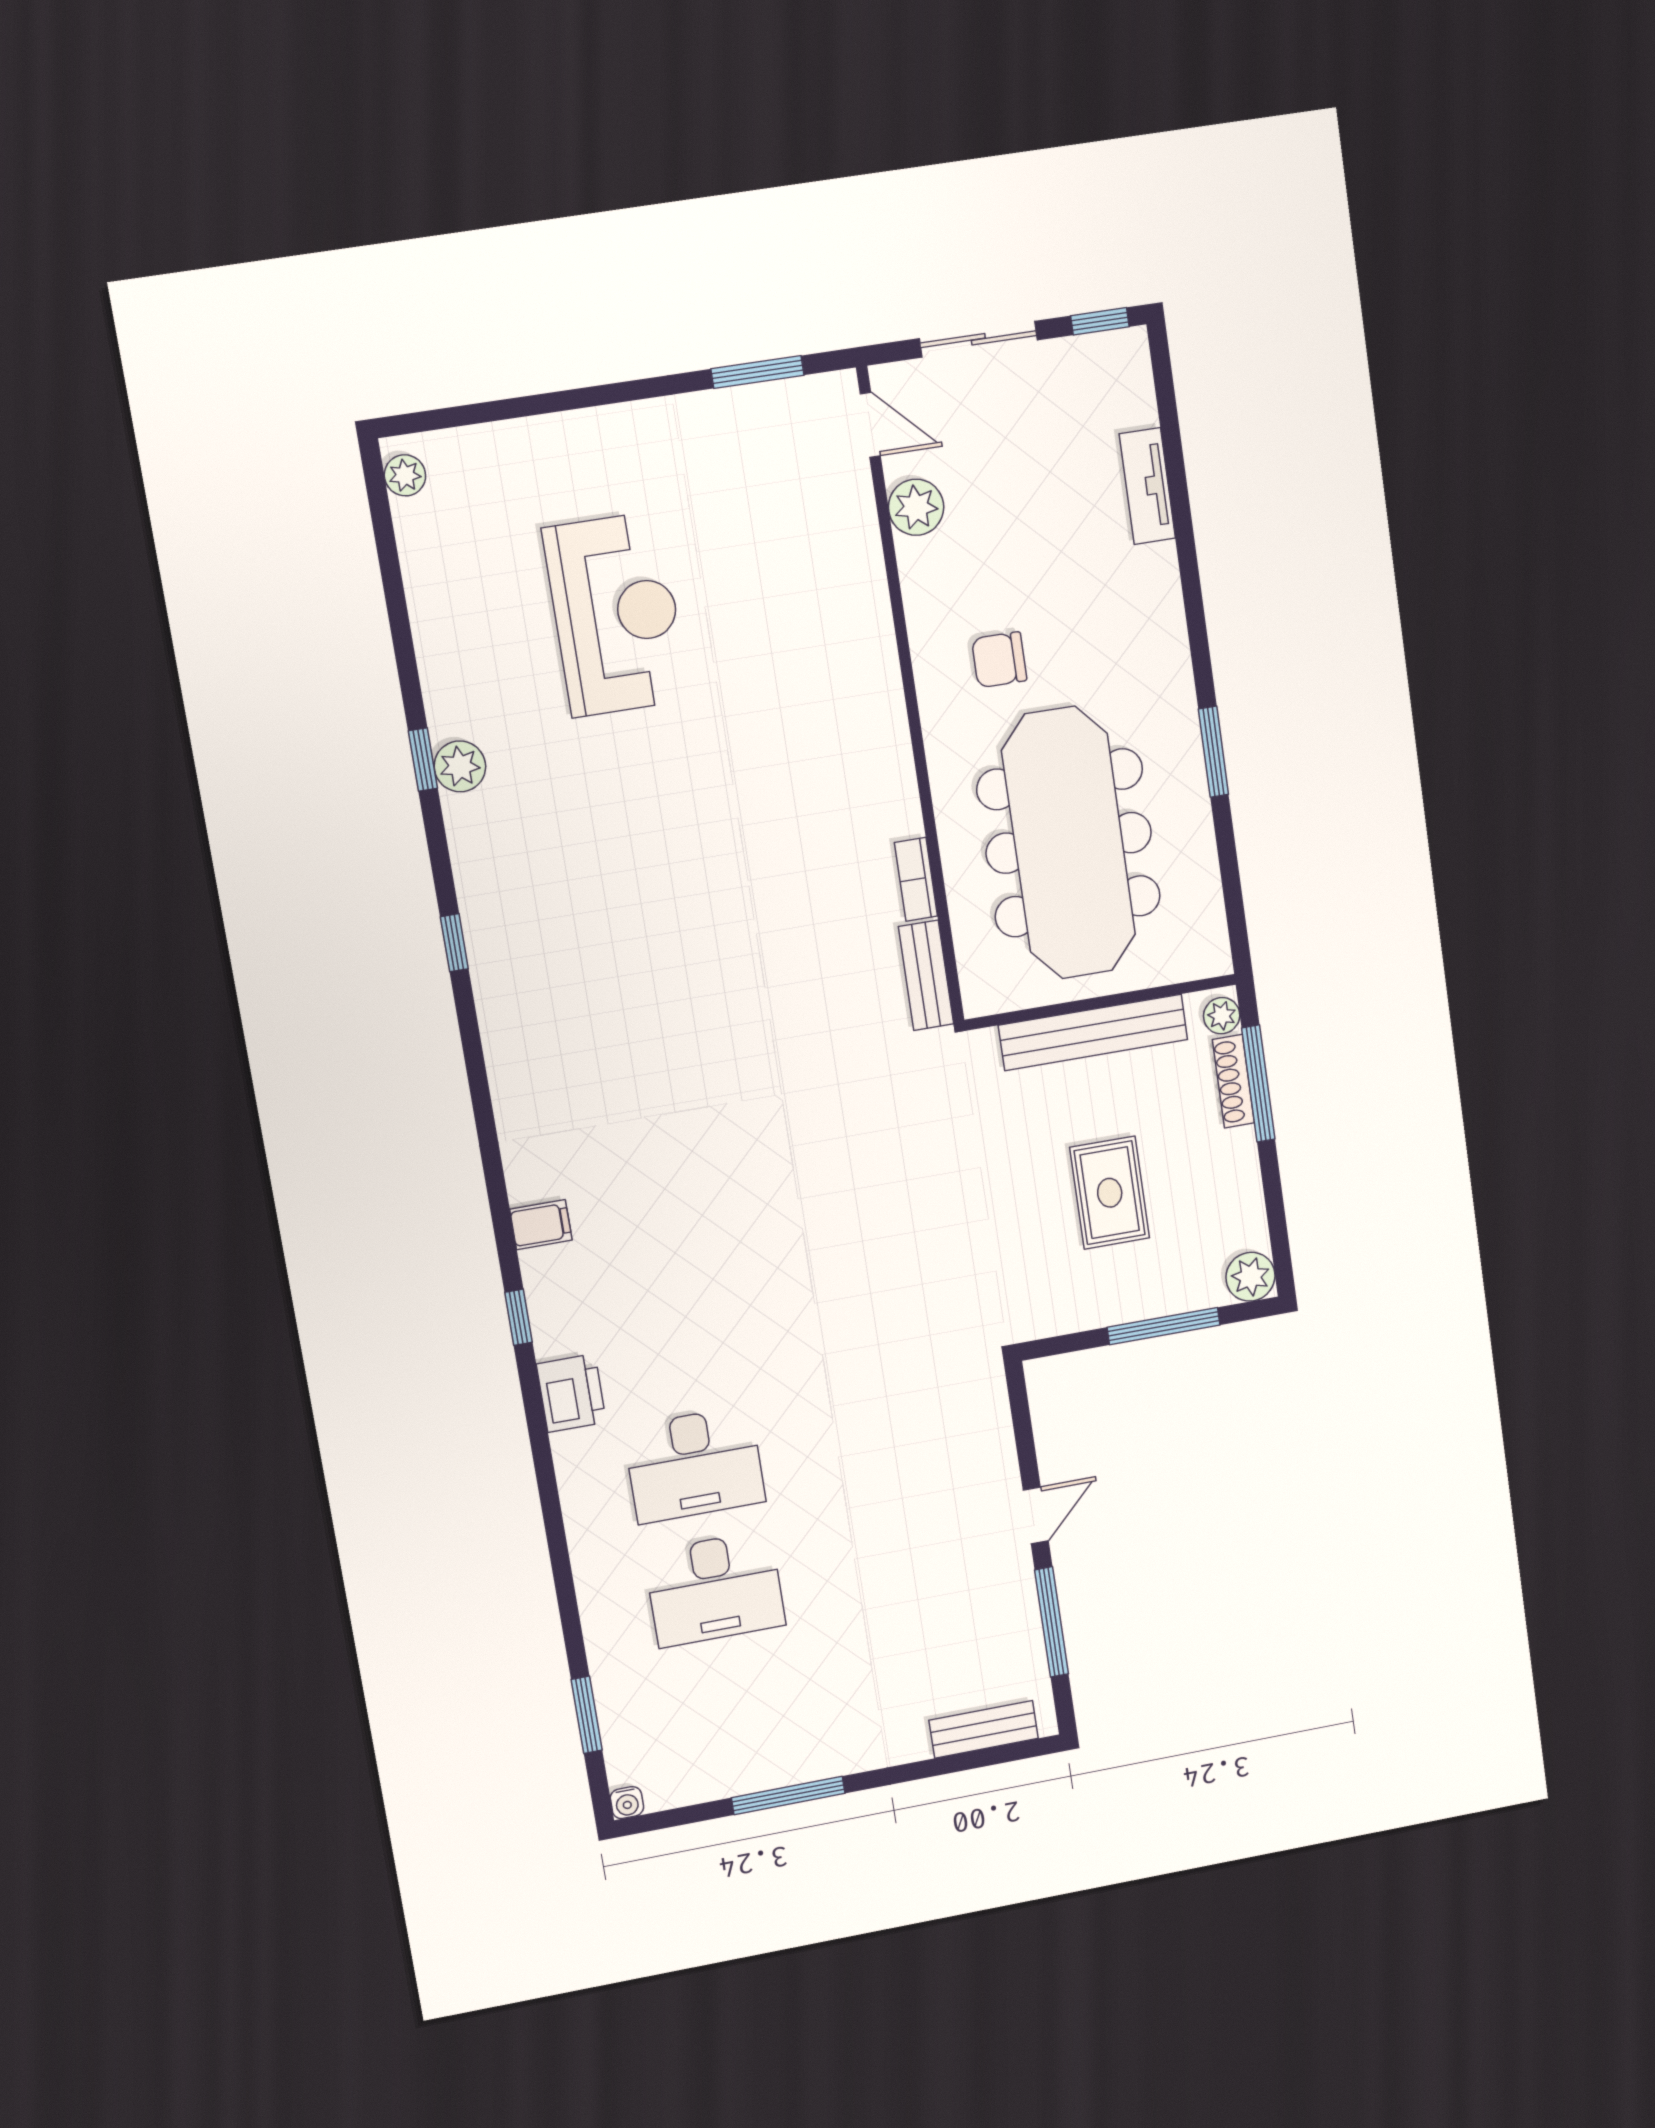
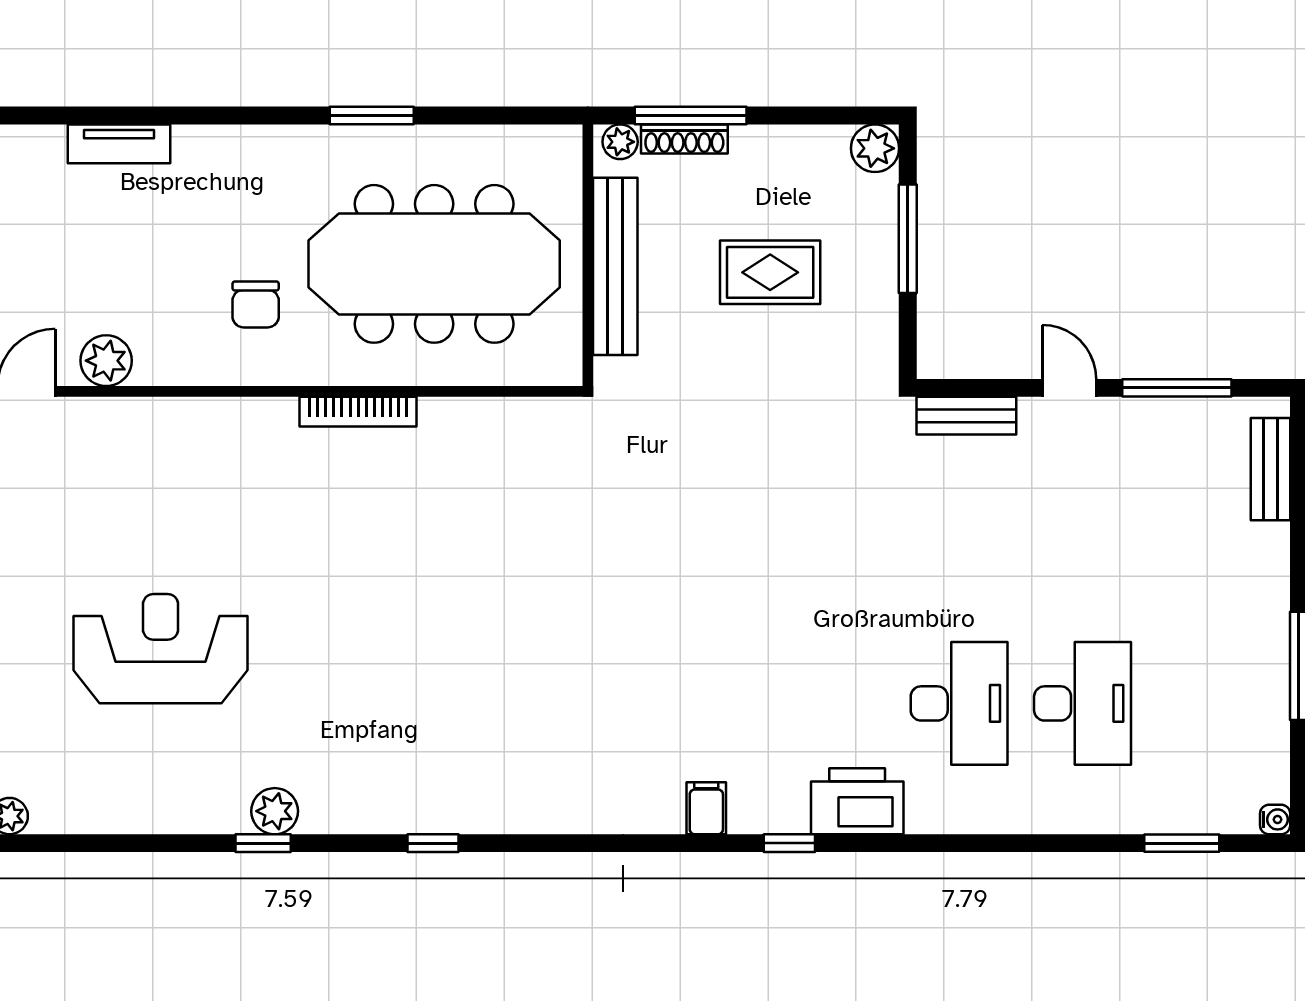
bookcase: (916, 879) -> (358, 412), moved, width x1.56
bench: (926, 975) -> (966, 416), moved
printer: (571, 1393) -> (857, 801), width x1.37, depth x1.19

